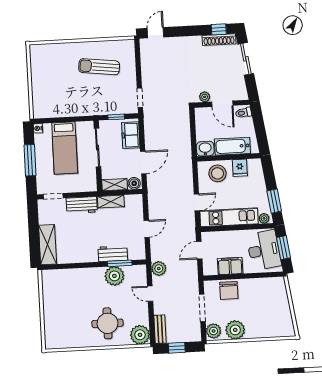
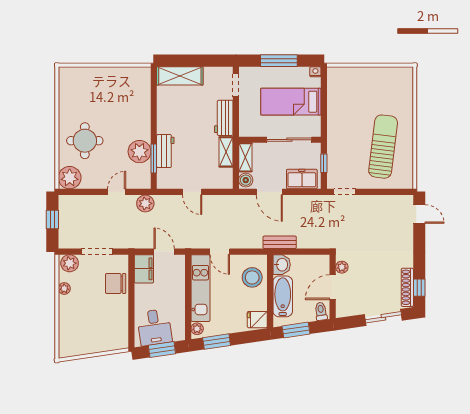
sun lounger: (99, 67) -> (383, 147), width x1.36, depth x1.34
window: (261, 133) -> (296, 330), added
fridge: (240, 168) -> (257, 320), moved
desk: (264, 250) -> (154, 327), width x0.73
filing cabinet: (230, 266) -> (144, 269), moved
bench: (160, 329) -> (280, 242), moved
plant: (235, 330) -> (64, 288), width x0.53, depth x0.53

